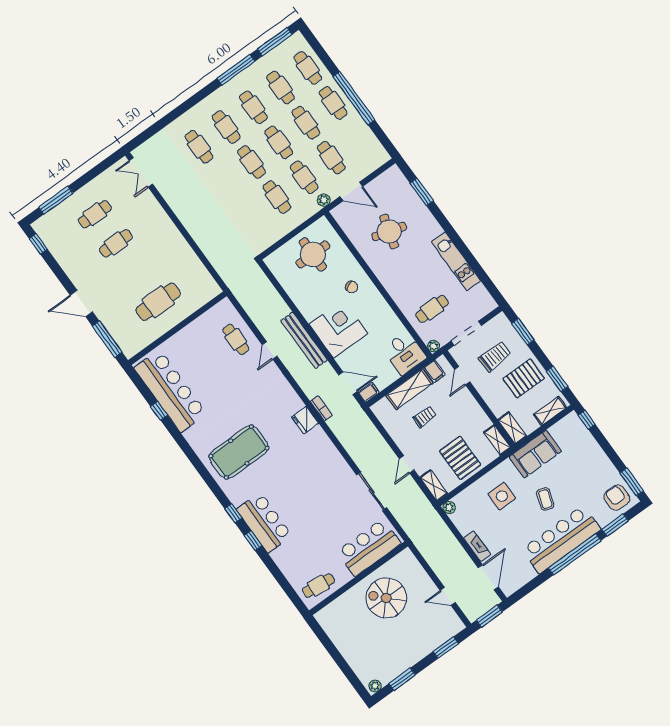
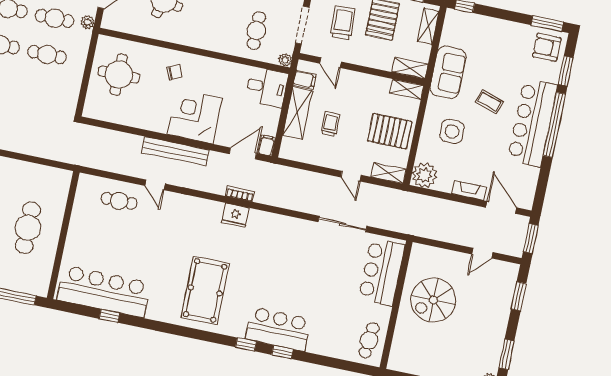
plant: (449, 508) -> (424, 175), width x1.88, depth x1.88

